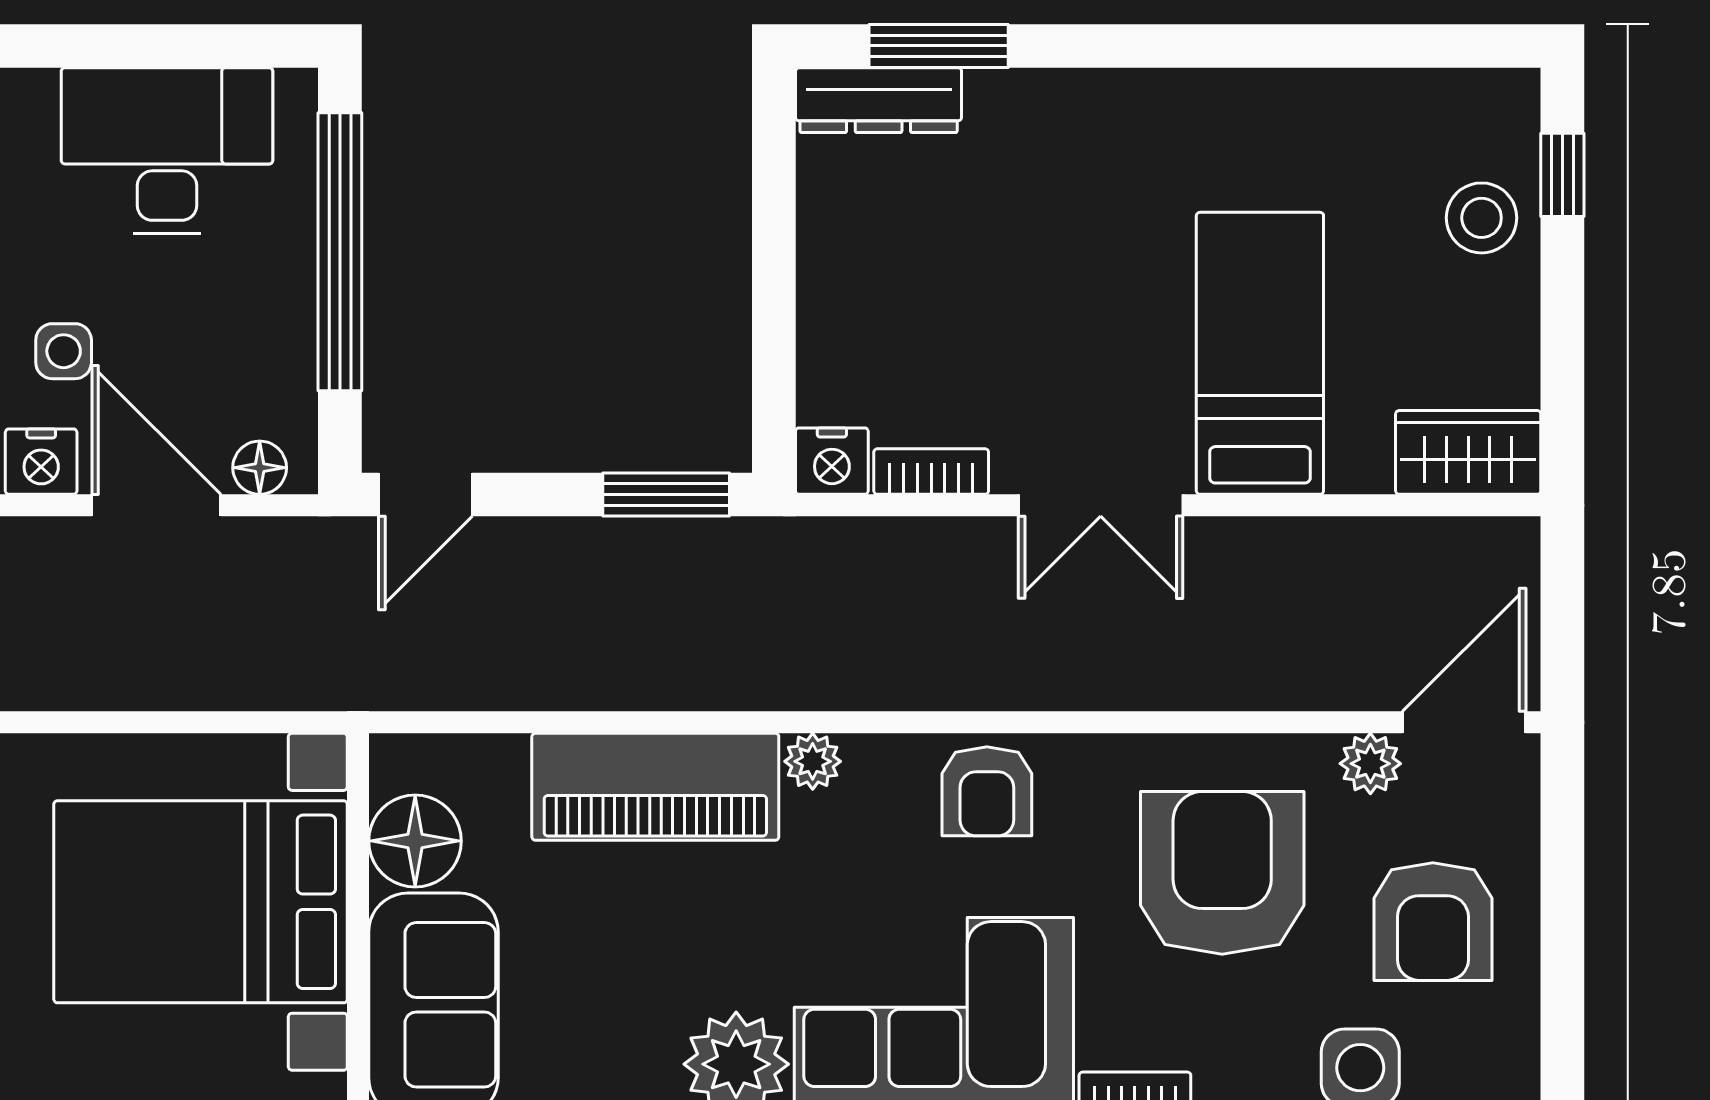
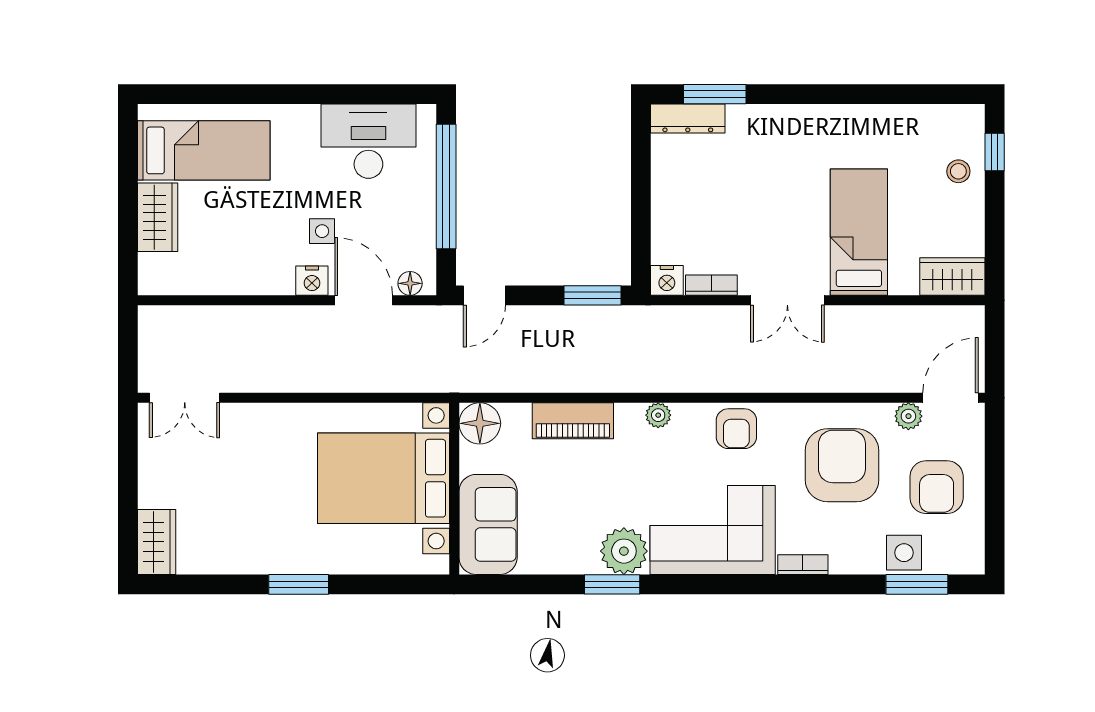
stool: (1482, 218) -> (958, 171), width x0.73, depth x0.73
piano: (655, 787) -> (573, 421), width x0.73, depth x0.75
floor lamp: (415, 841) -> (480, 423), moved

